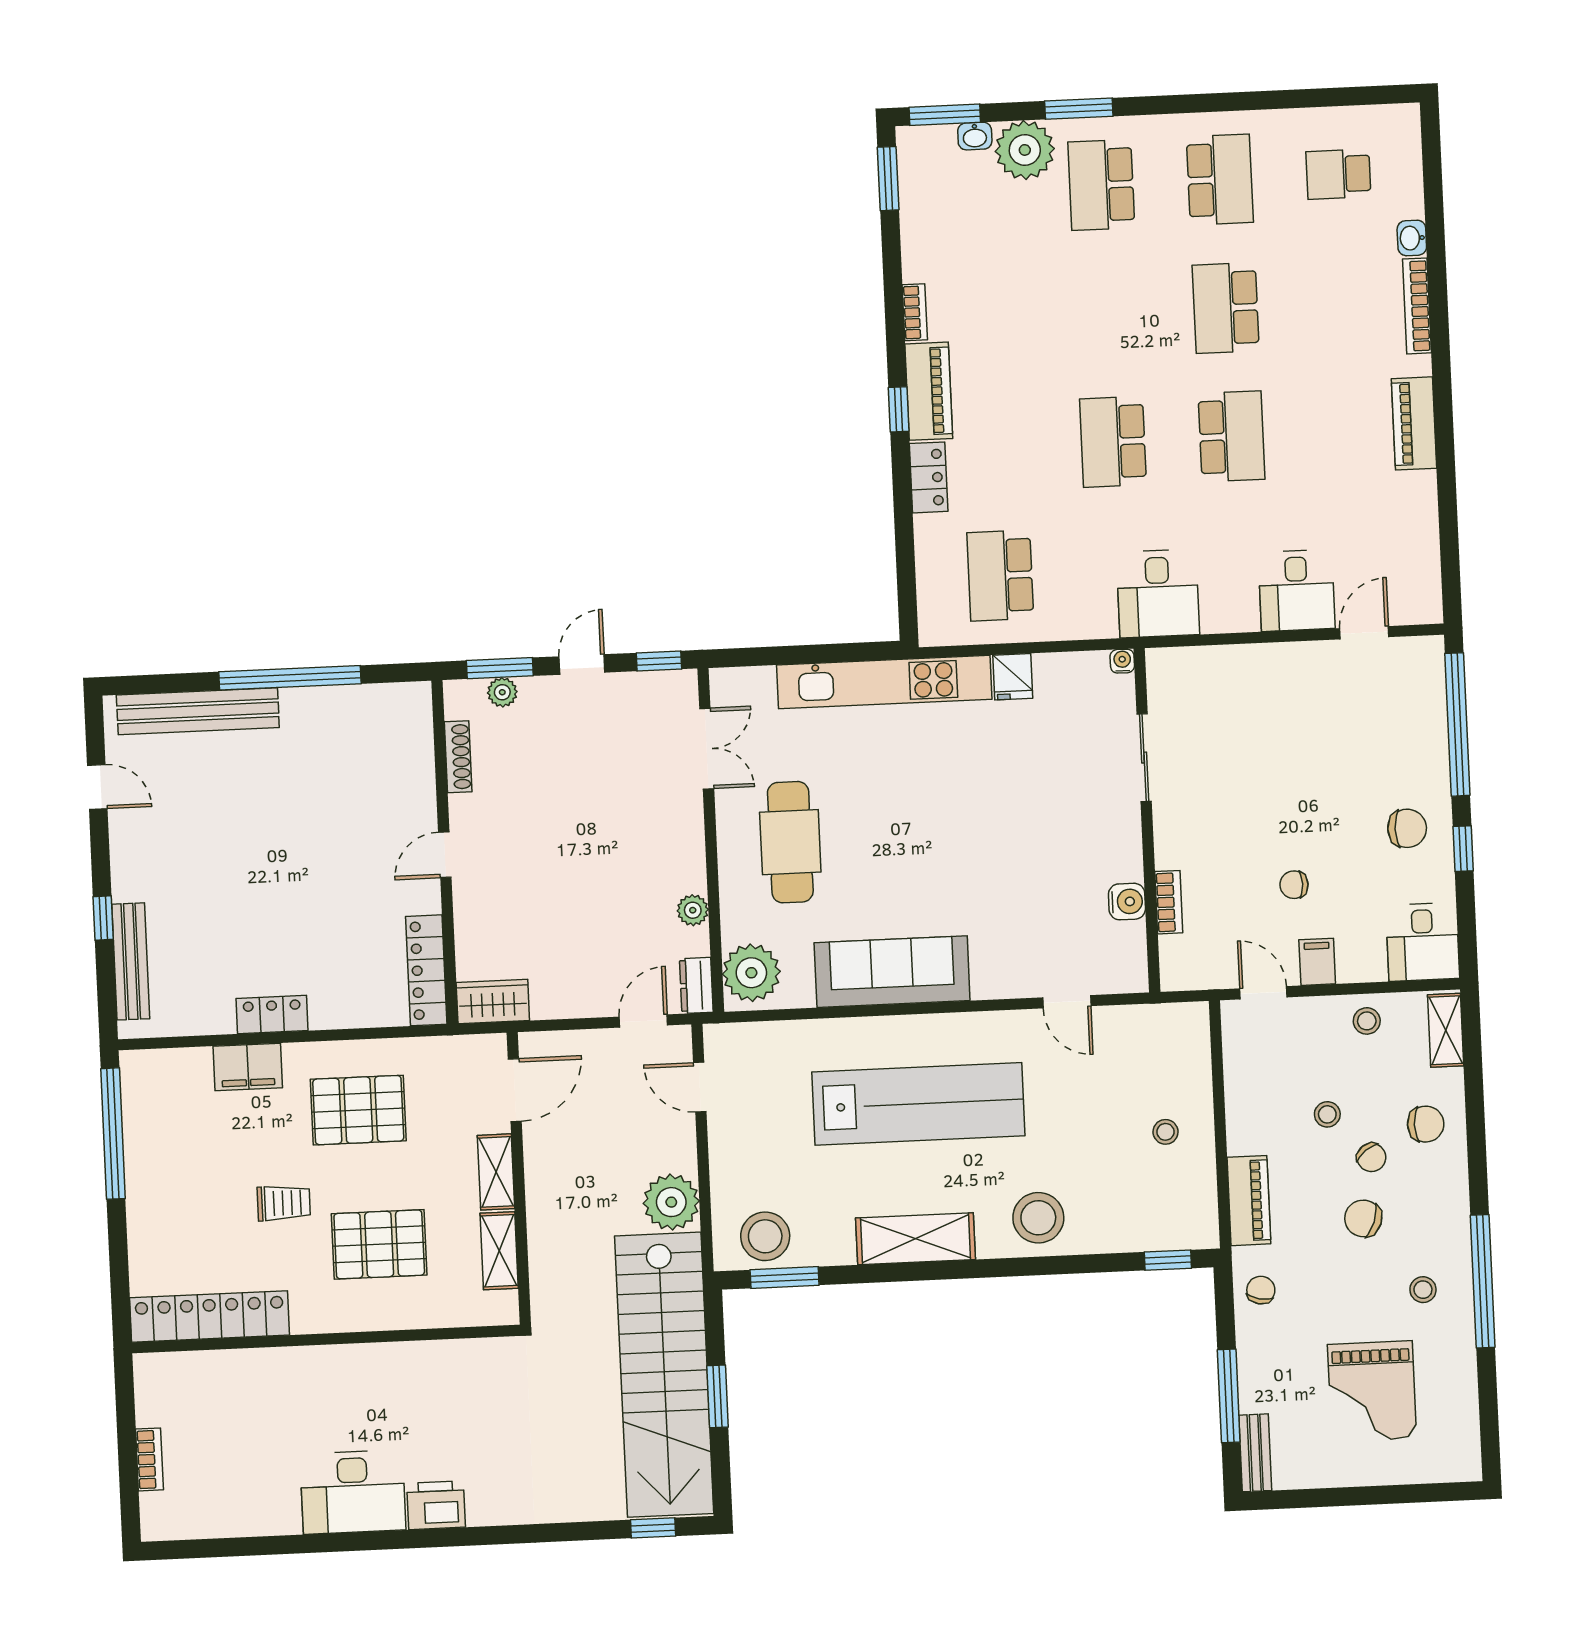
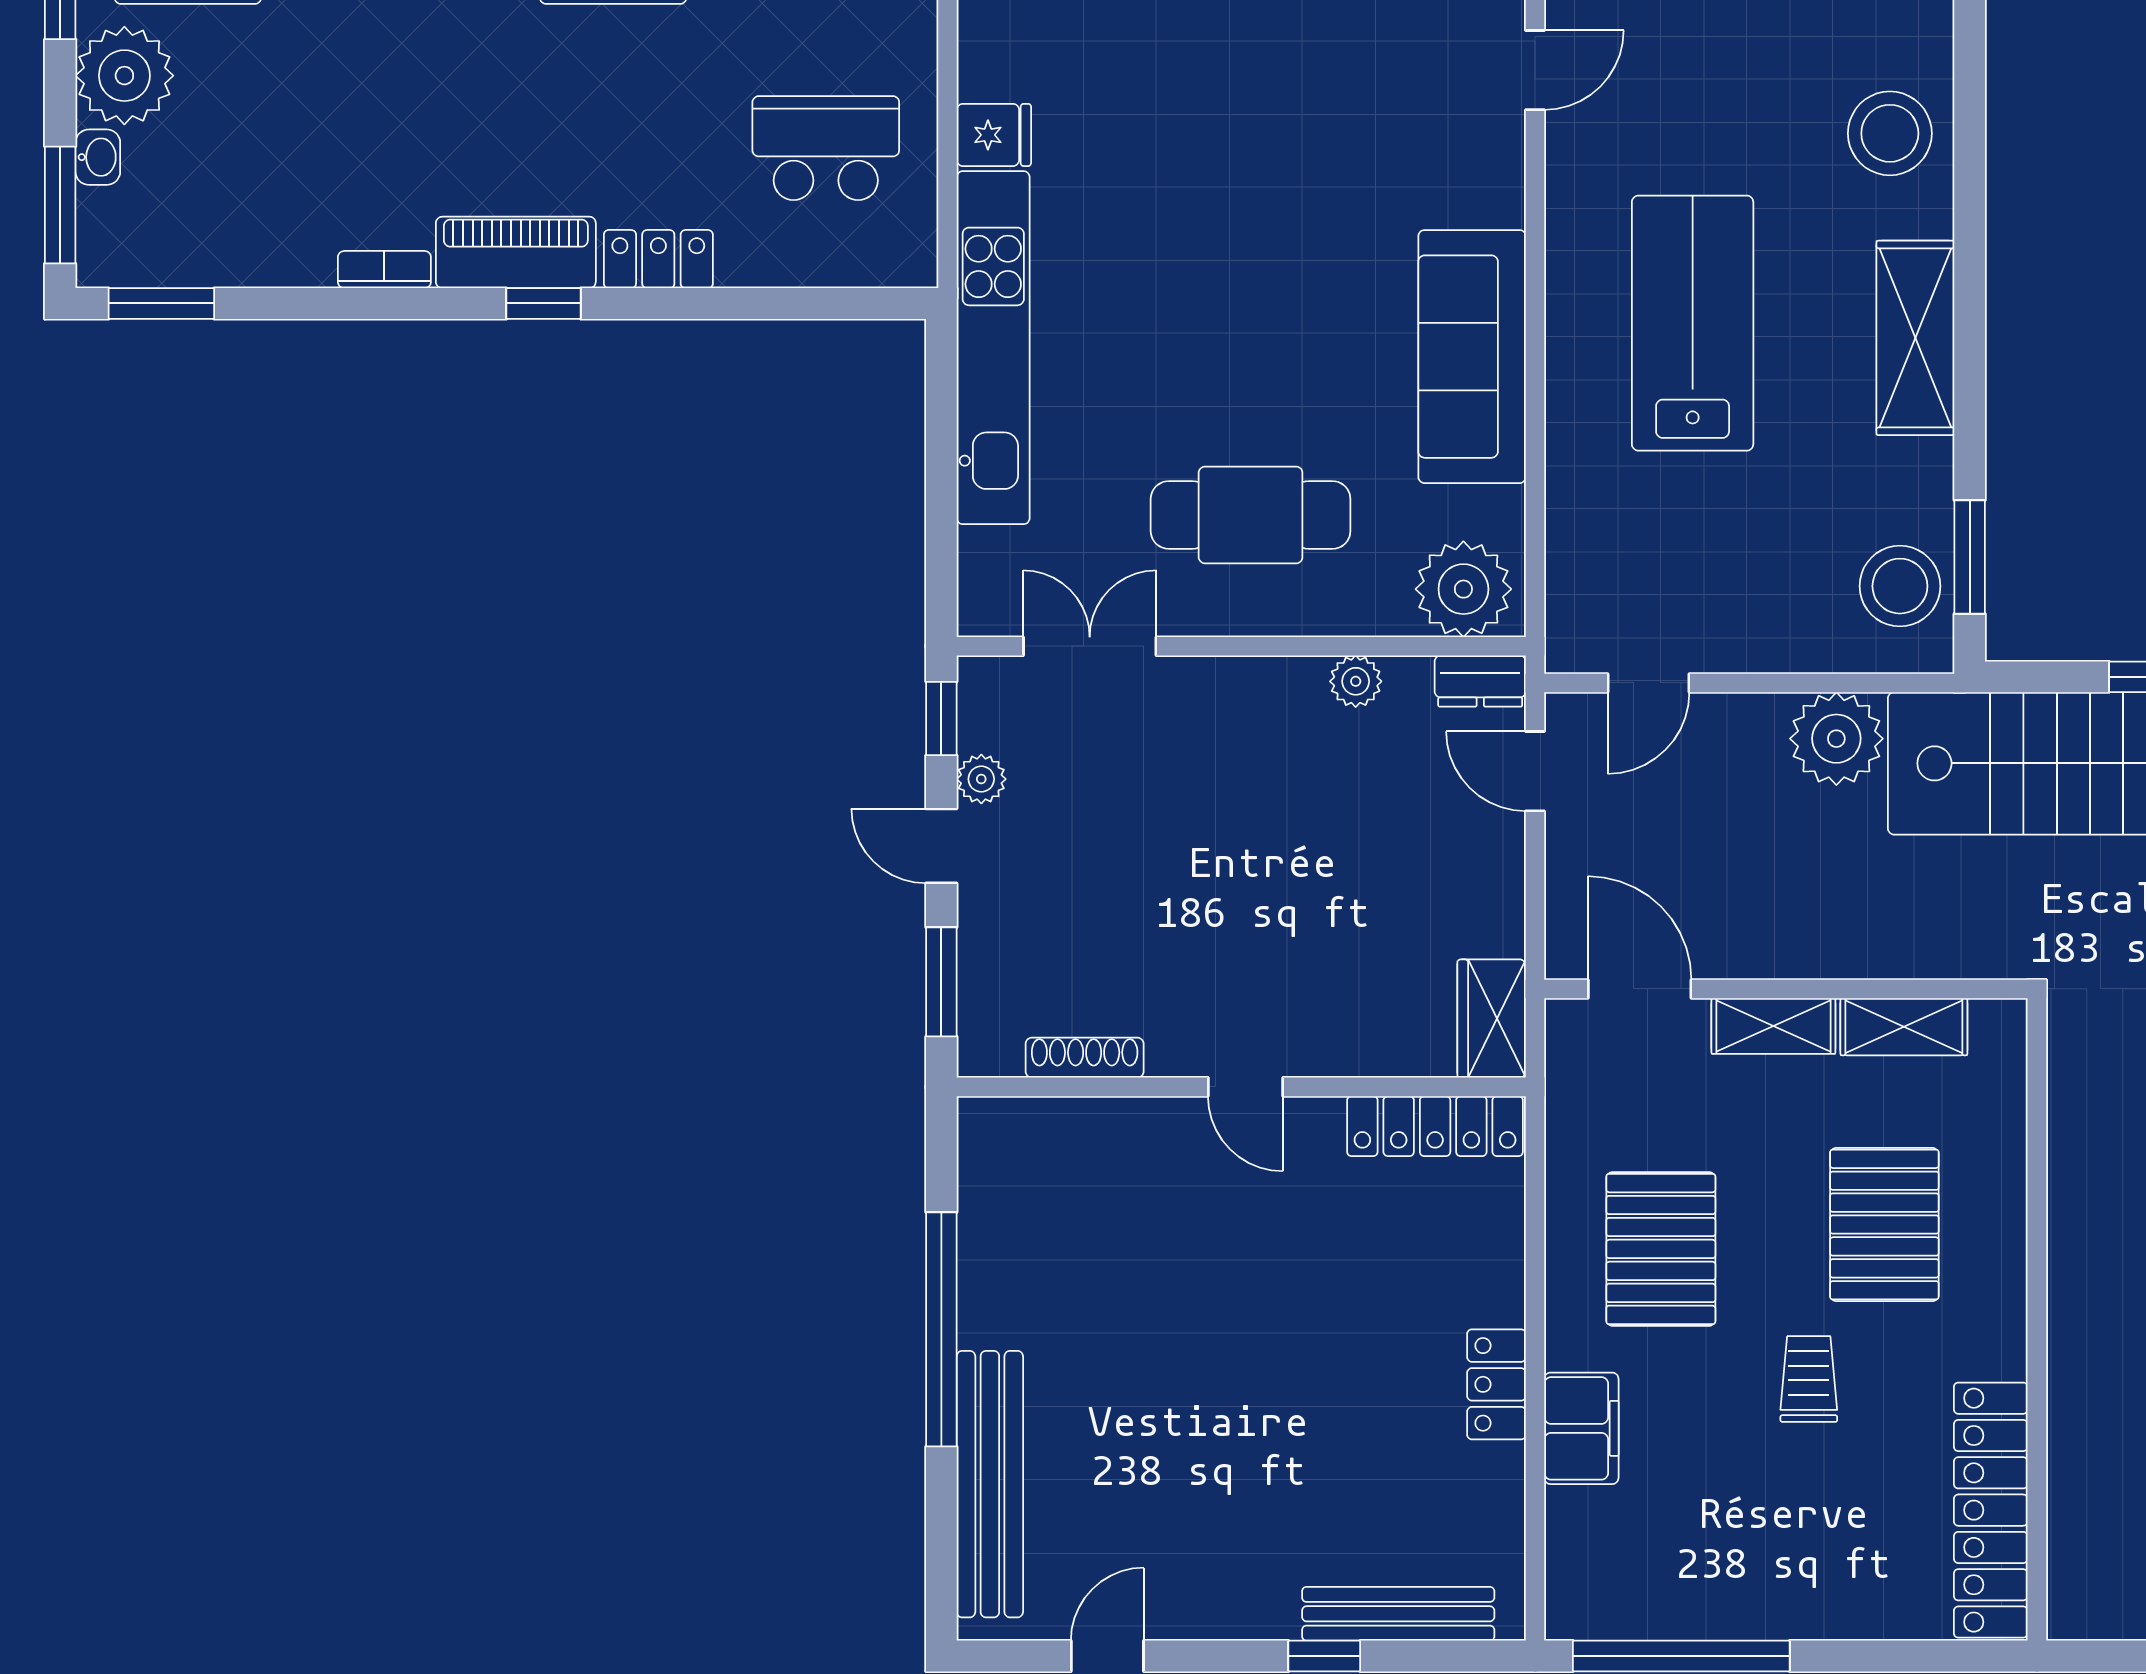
school desk: (1000, 576) -> (826, 148), turned 180
plant: (502, 692) -> (981, 779), moved
lab bench: (918, 1104) -> (1693, 323), width x0.73

